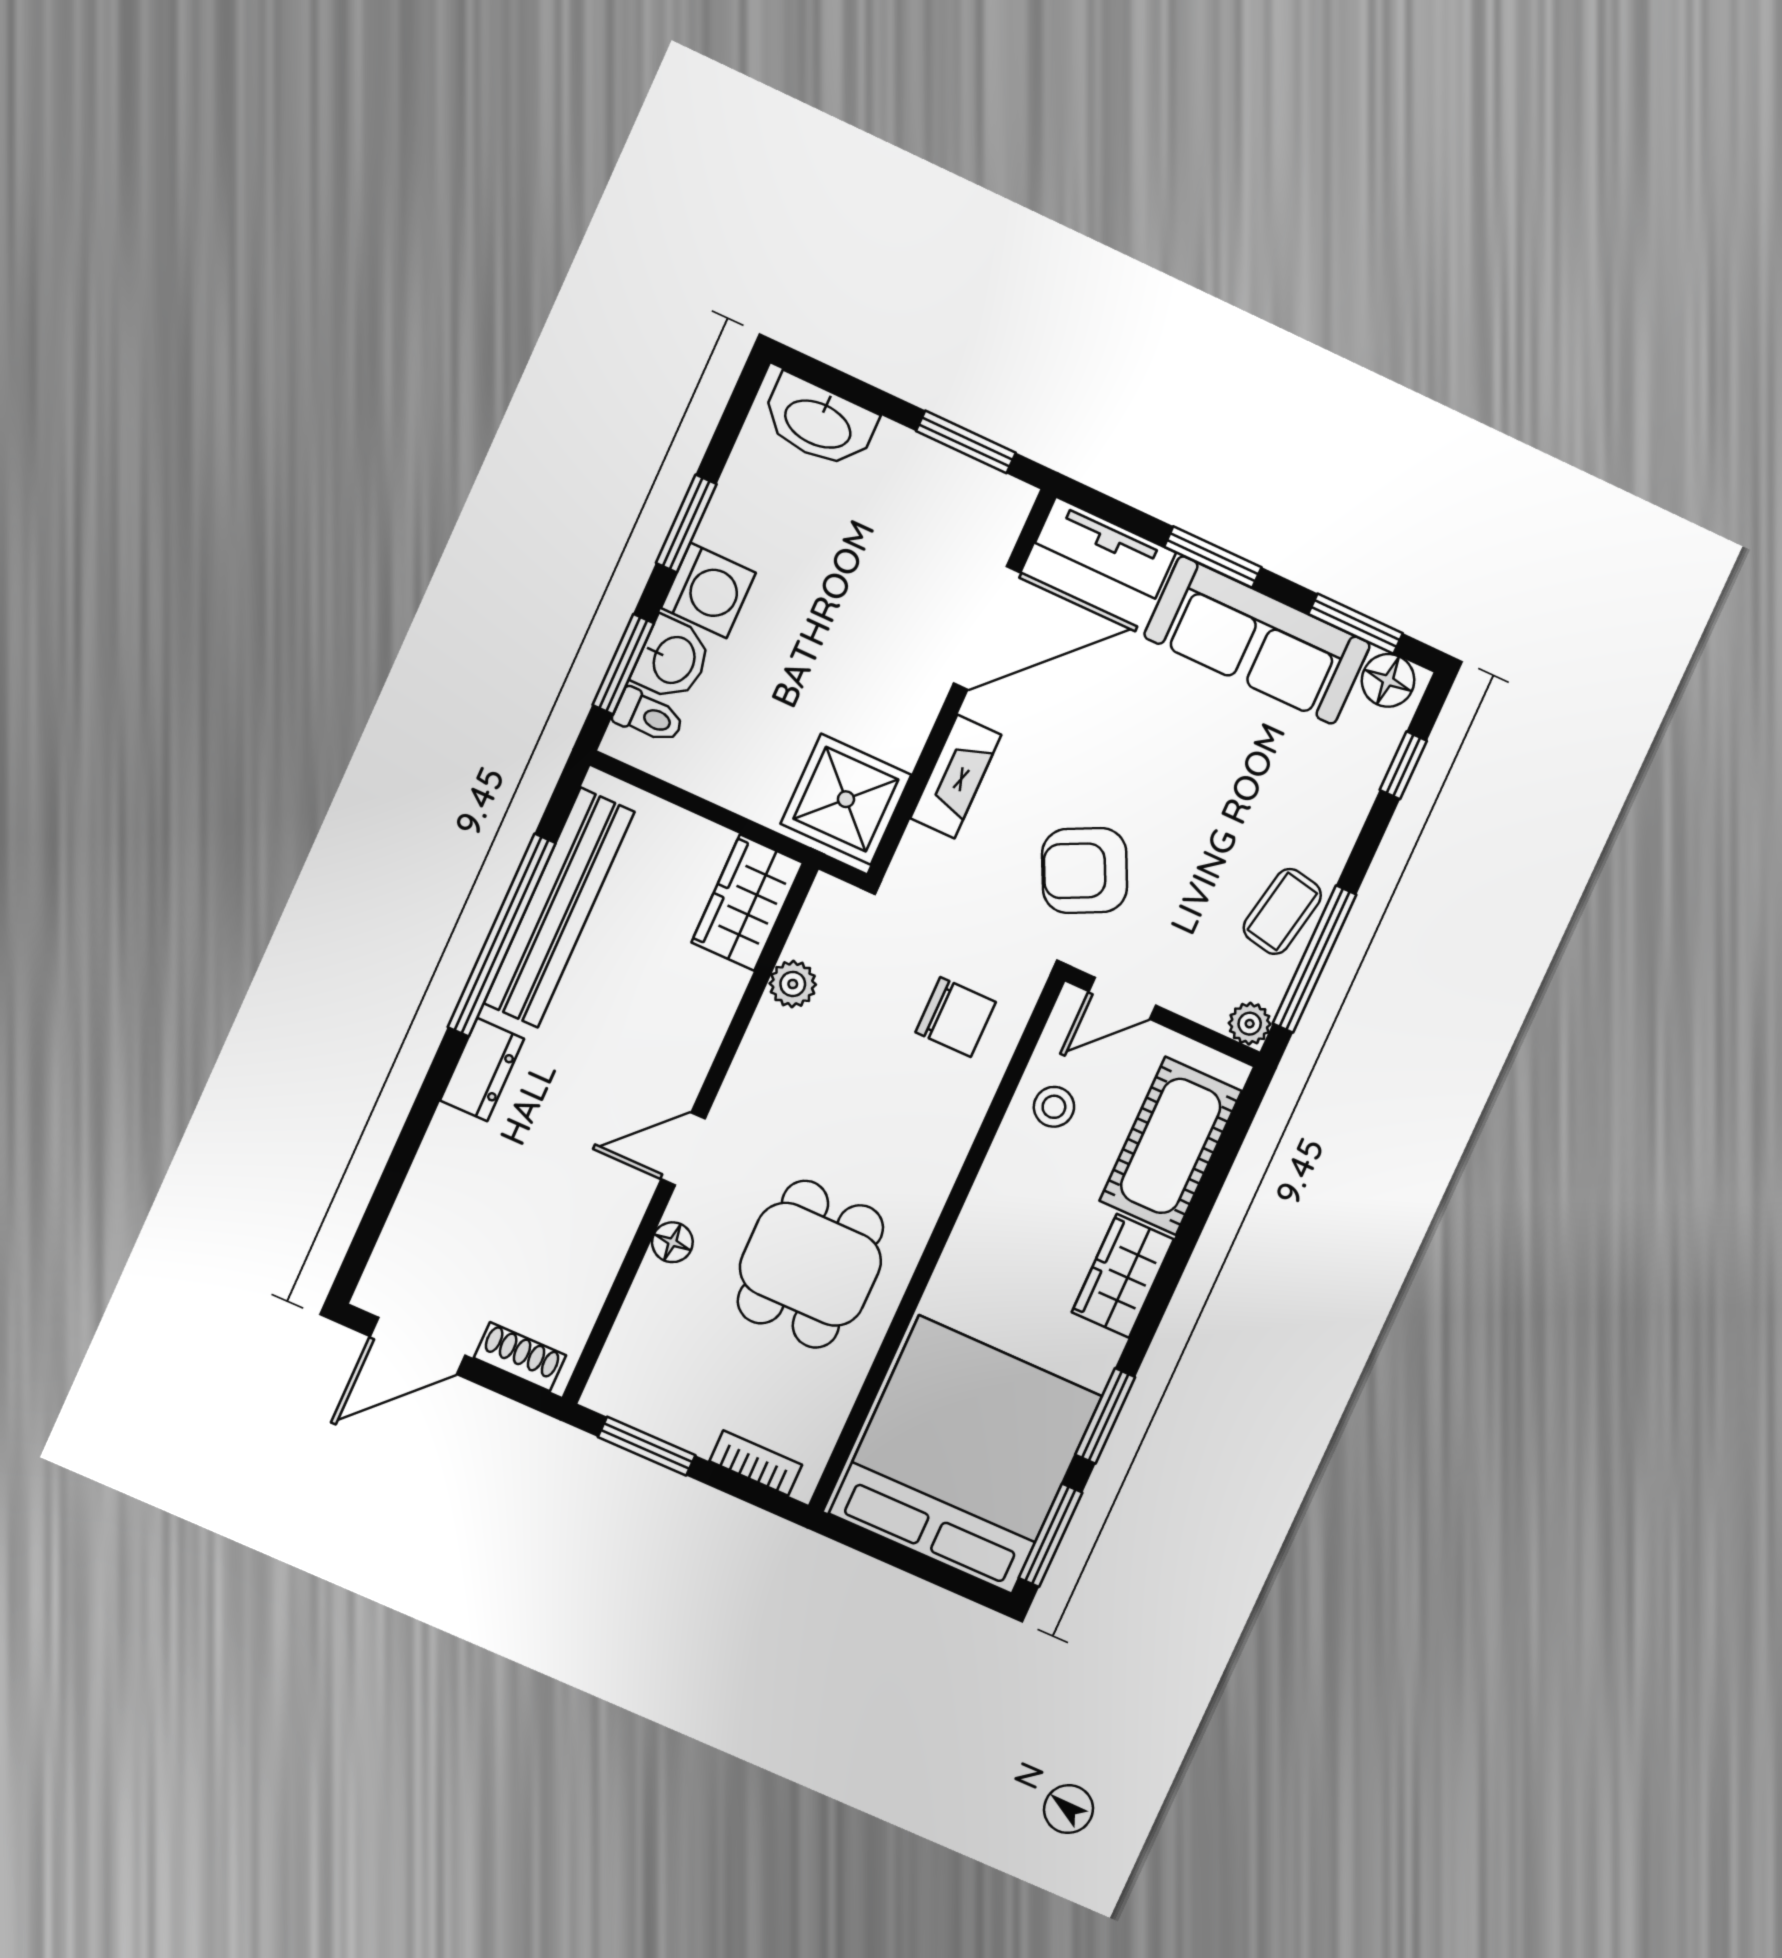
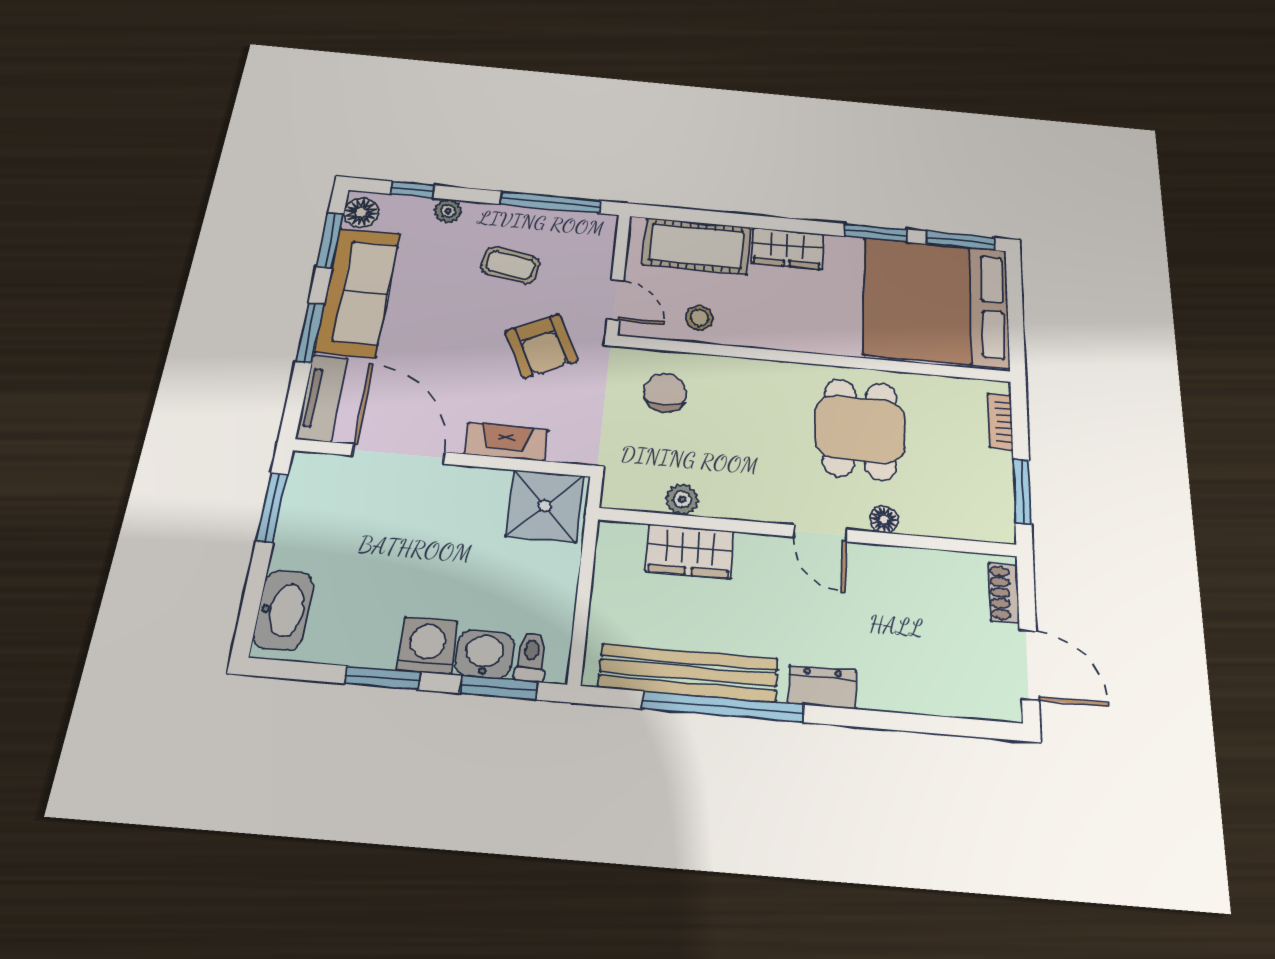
wardrobe: (747, 903) -> (690, 551), moved
coffee table: (1282, 911) -> (511, 265), moved
plant: (1250, 1024) -> (448, 211), moved
dining table: (810, 1264) -> (860, 429), turned 90

